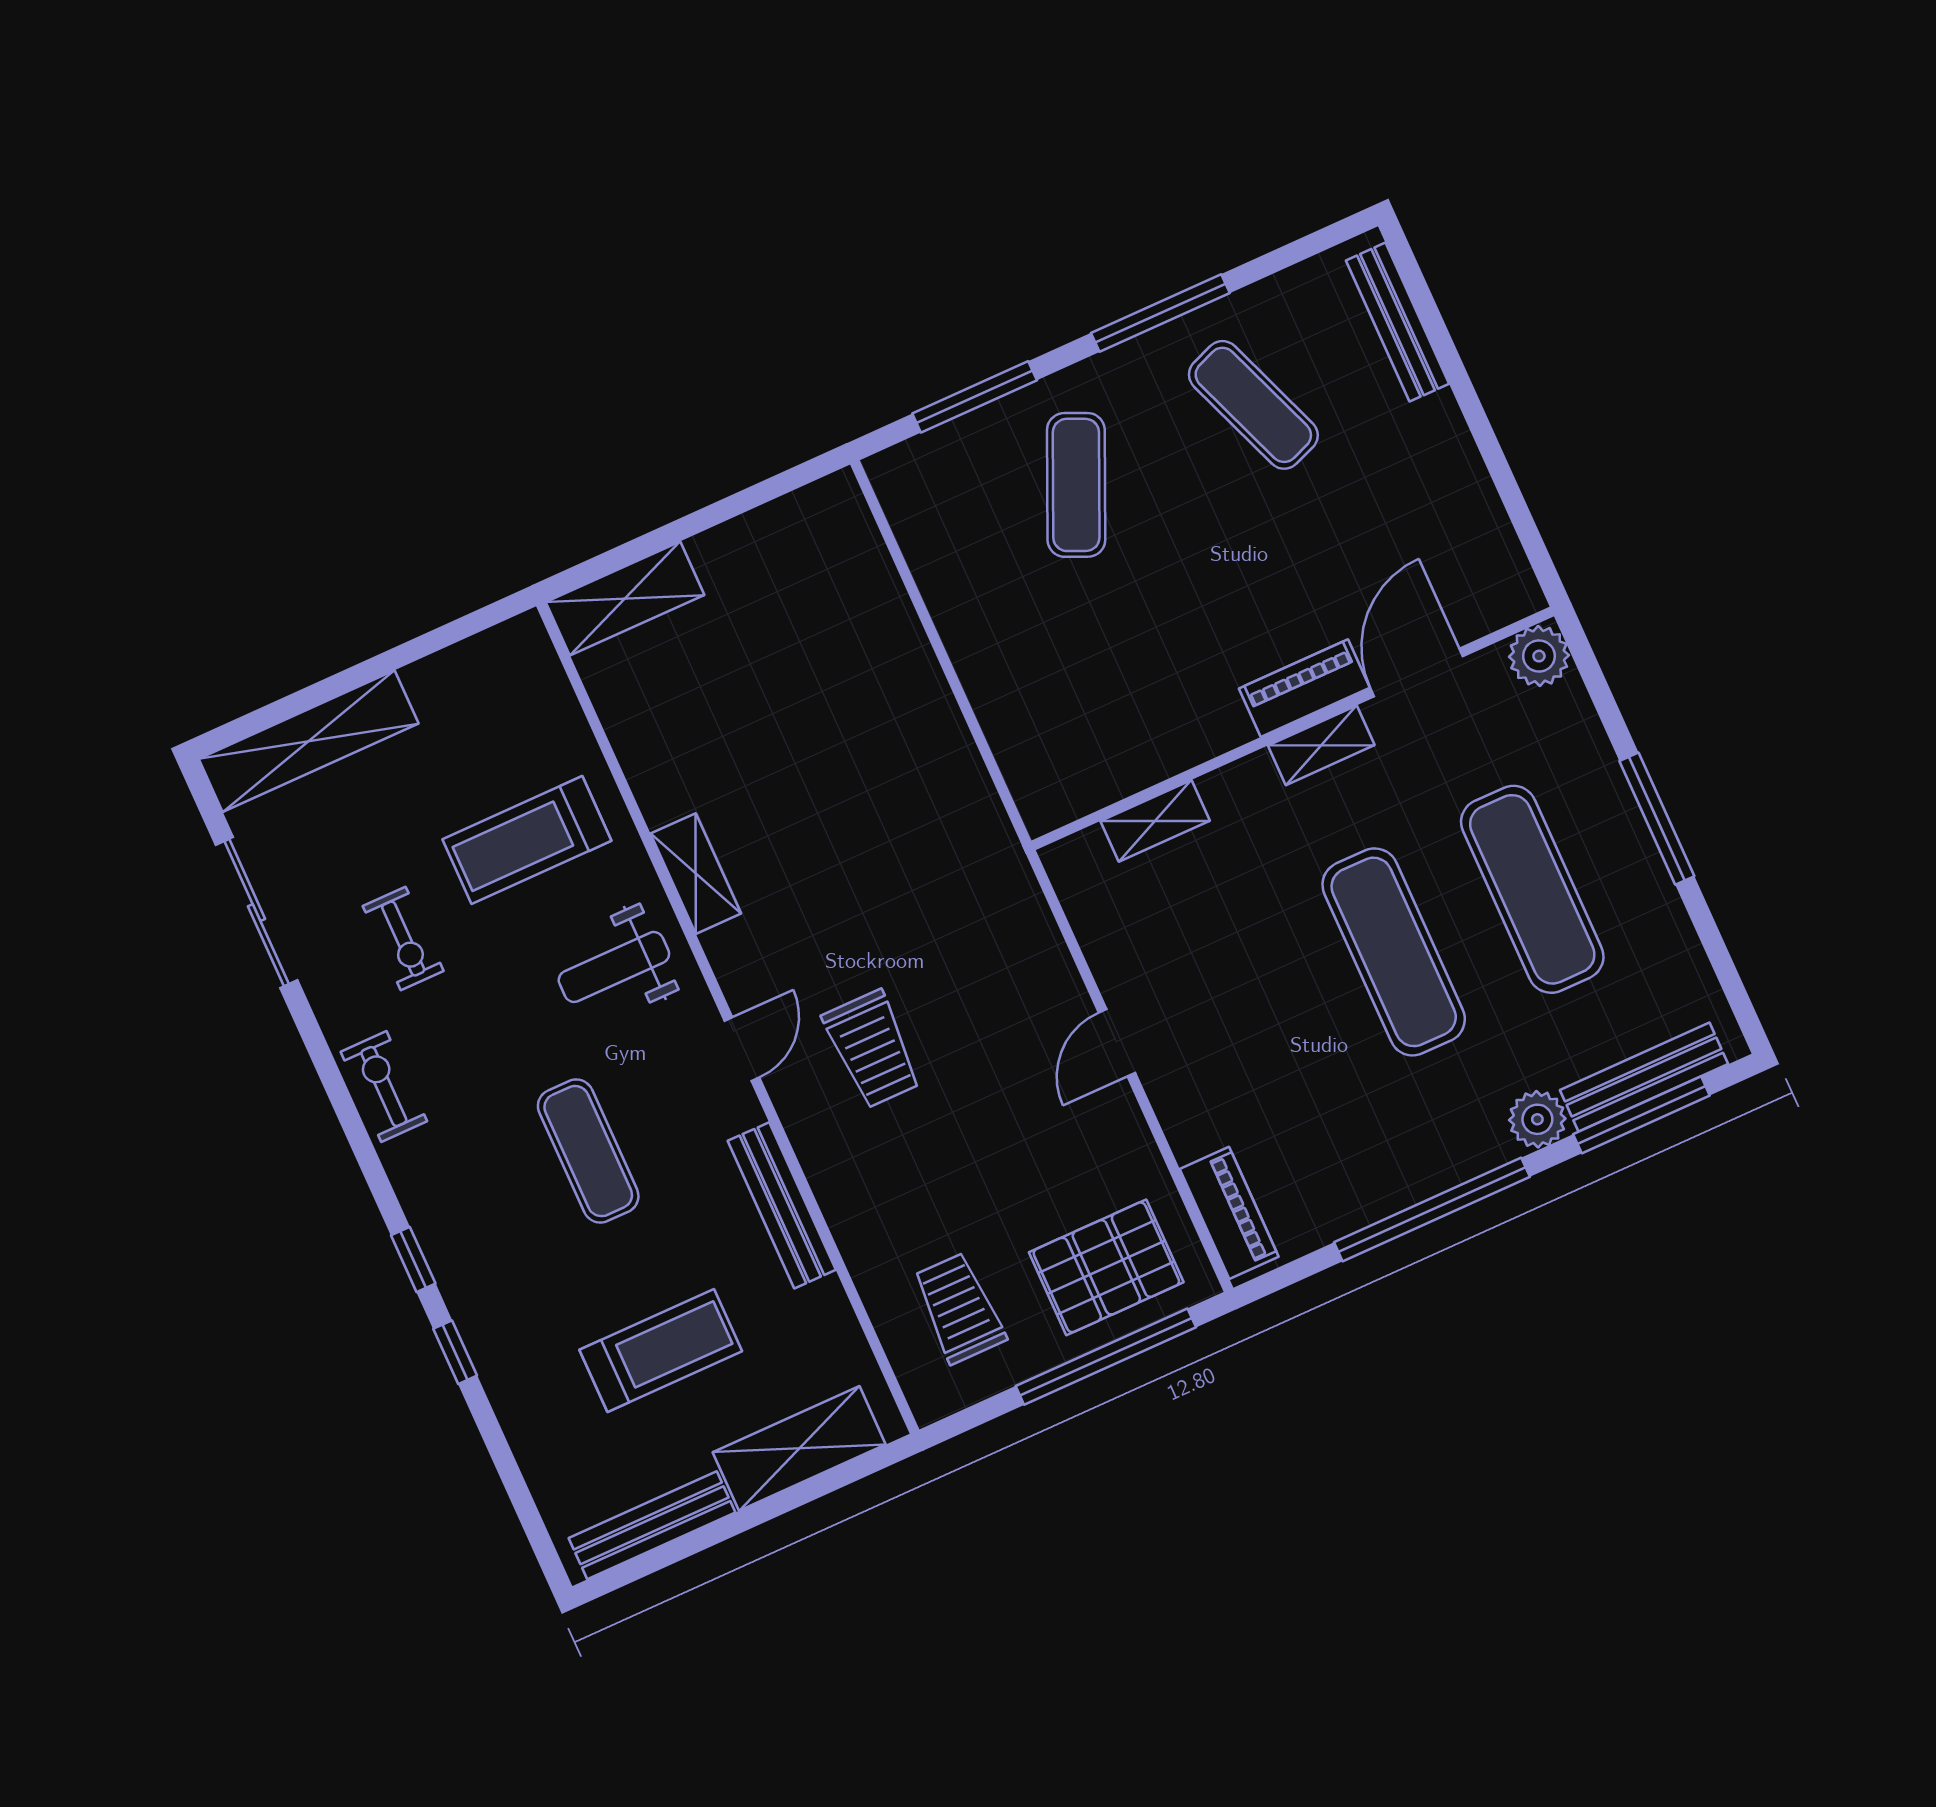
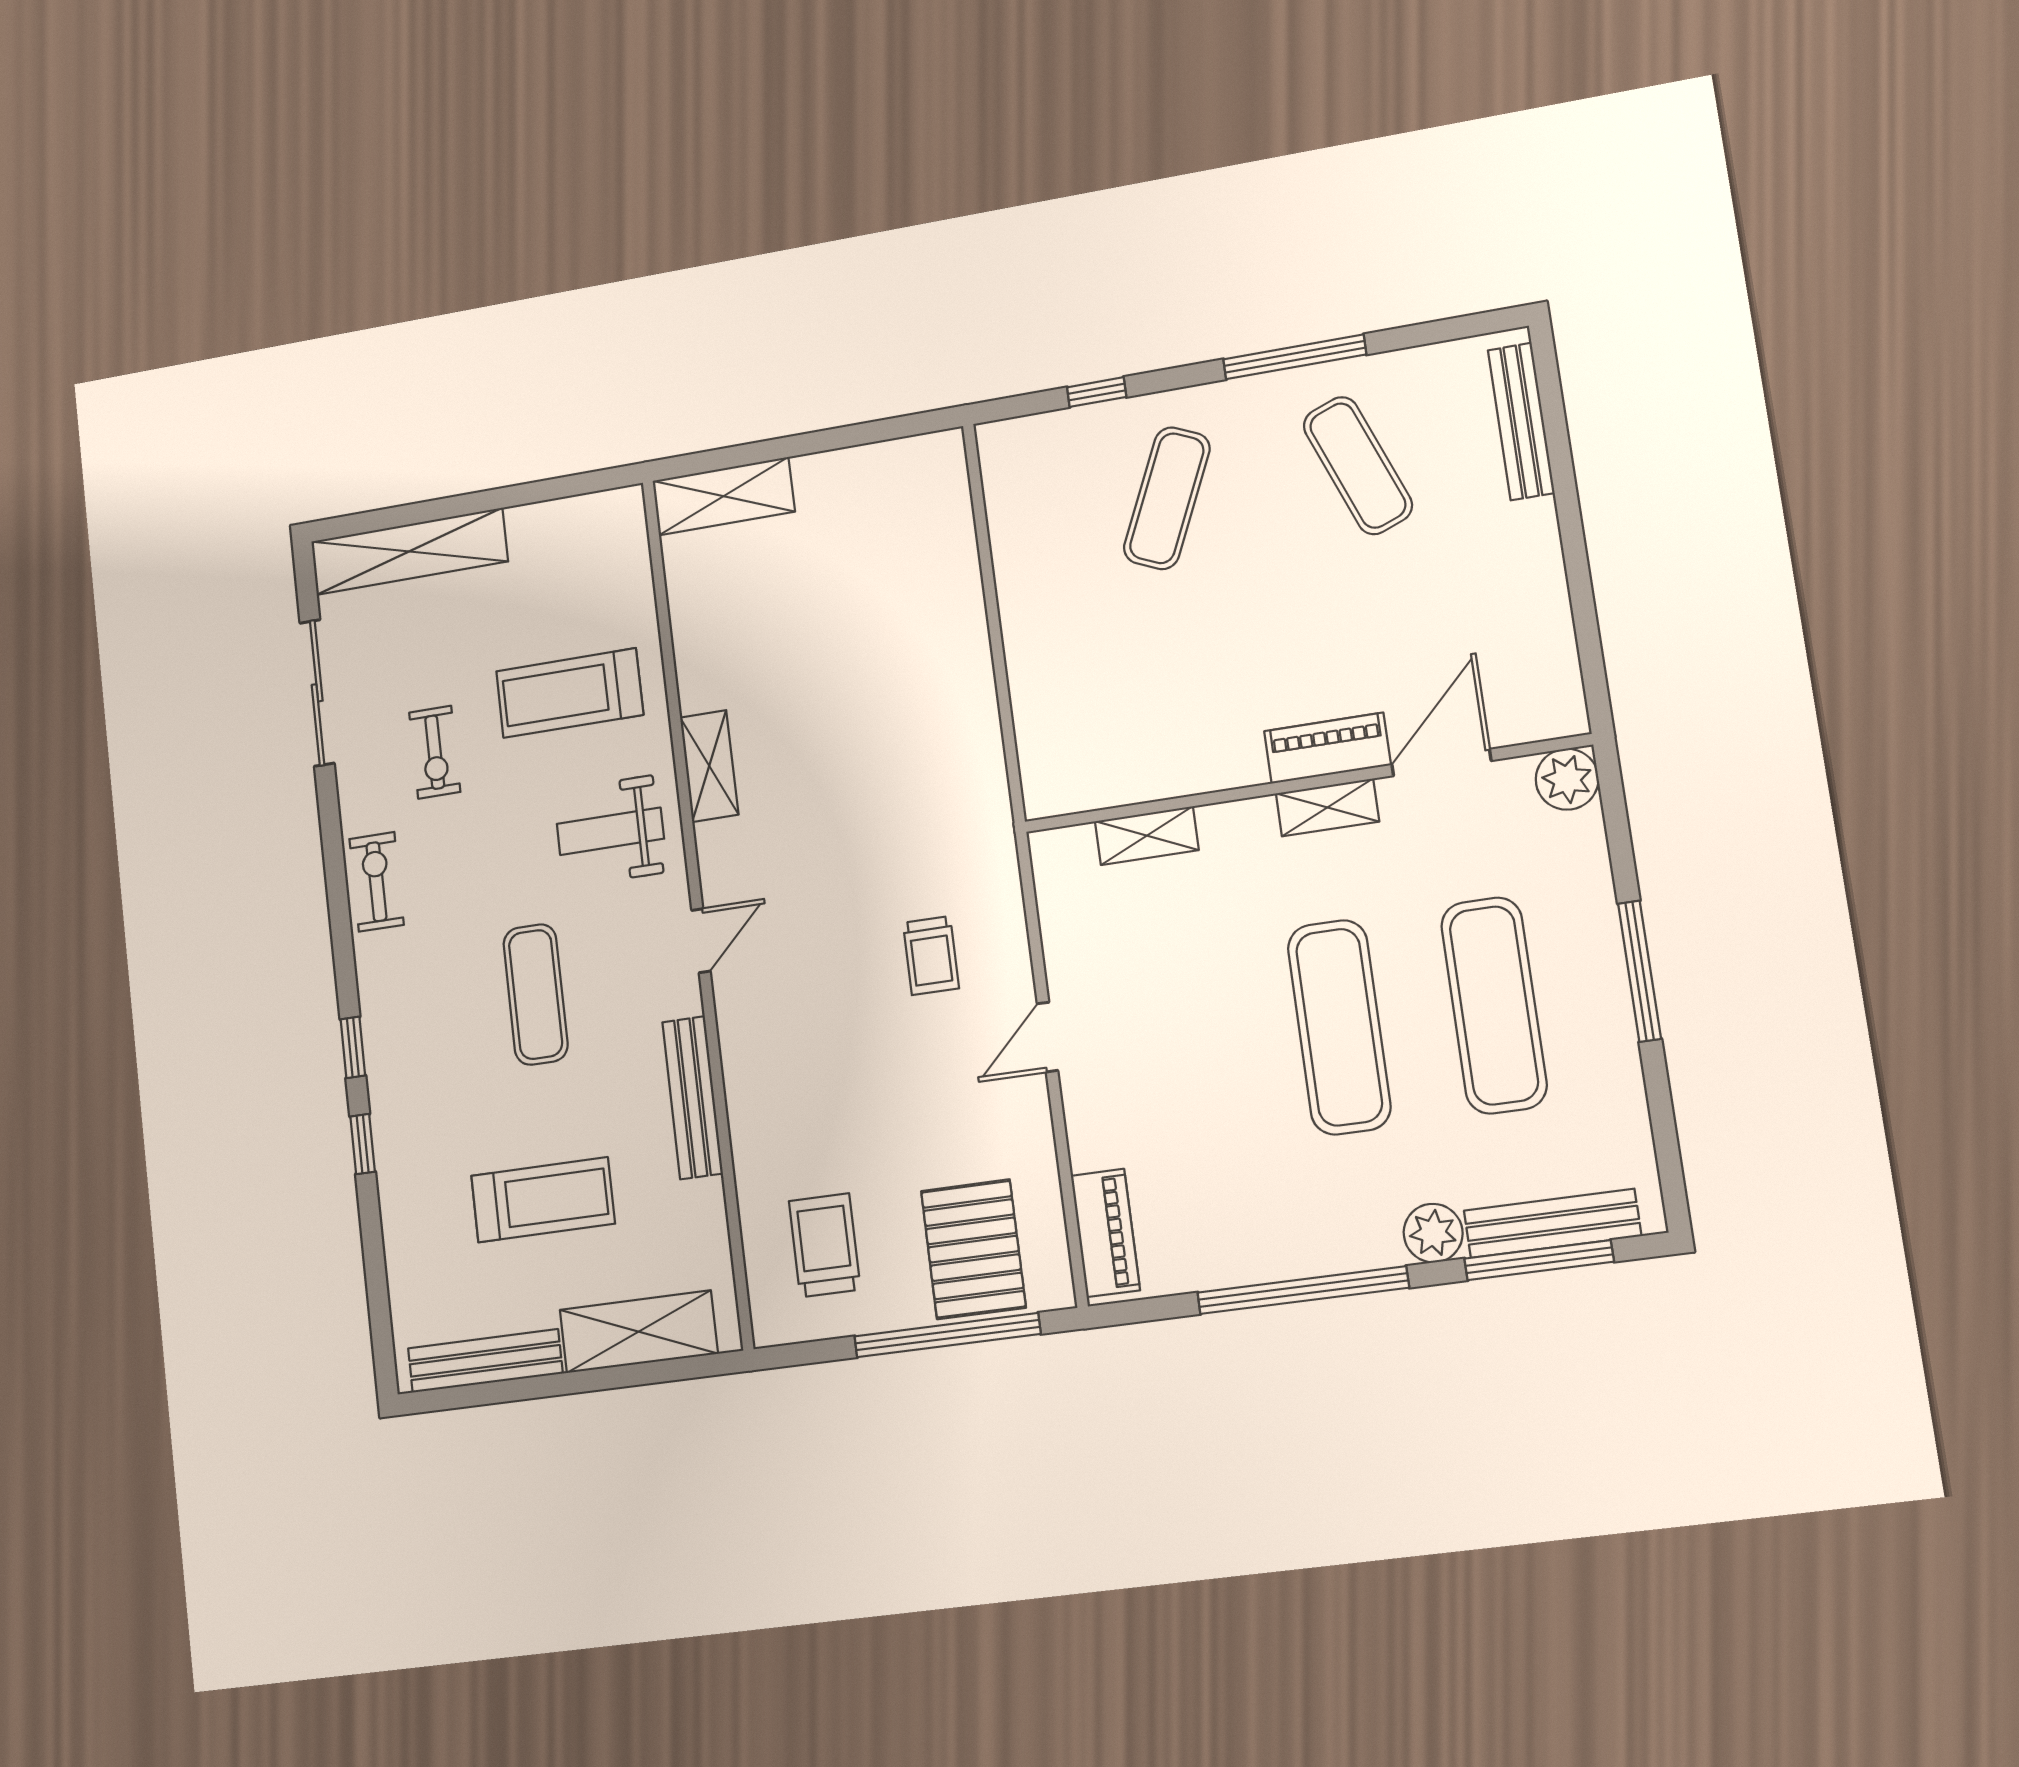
window: (975, 397) -> (1097, 392), width x0.46
trolley: (872, 1049) -> (931, 956), moved, width x0.73, depth x0.72
pallet: (1106, 1267) -> (973, 1249), turned 90

